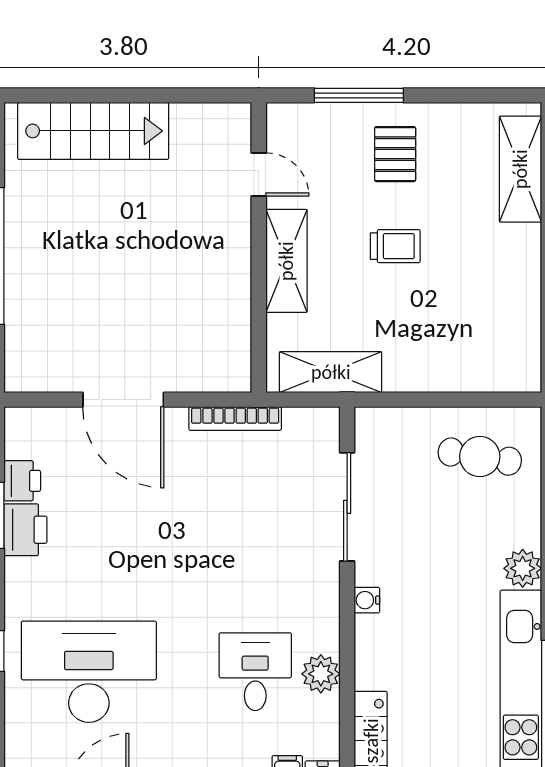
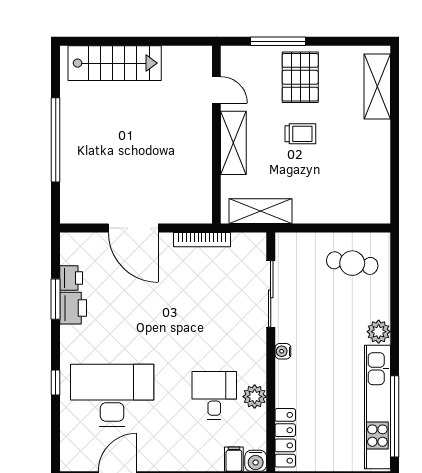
pallet: (395, 154) -> (300, 77), width x1.50, depth x1.42

